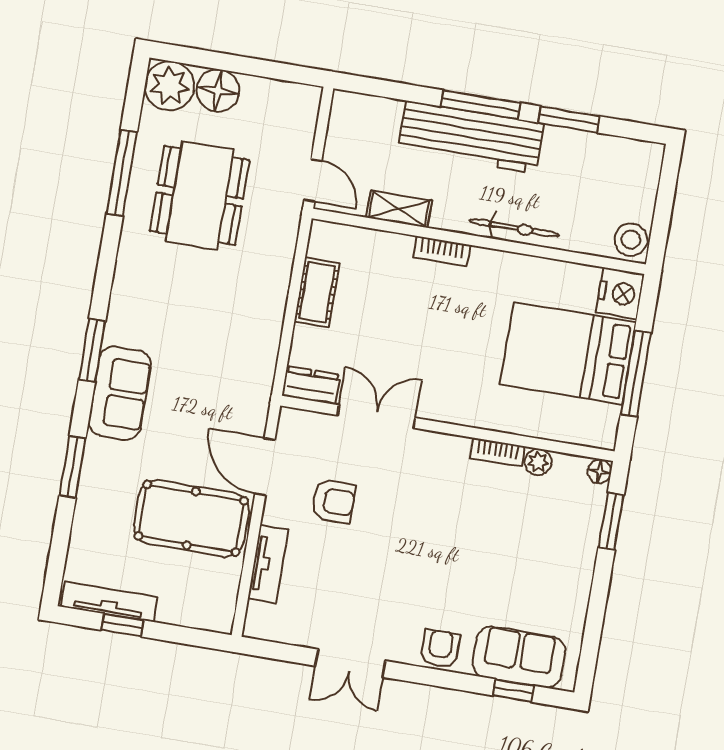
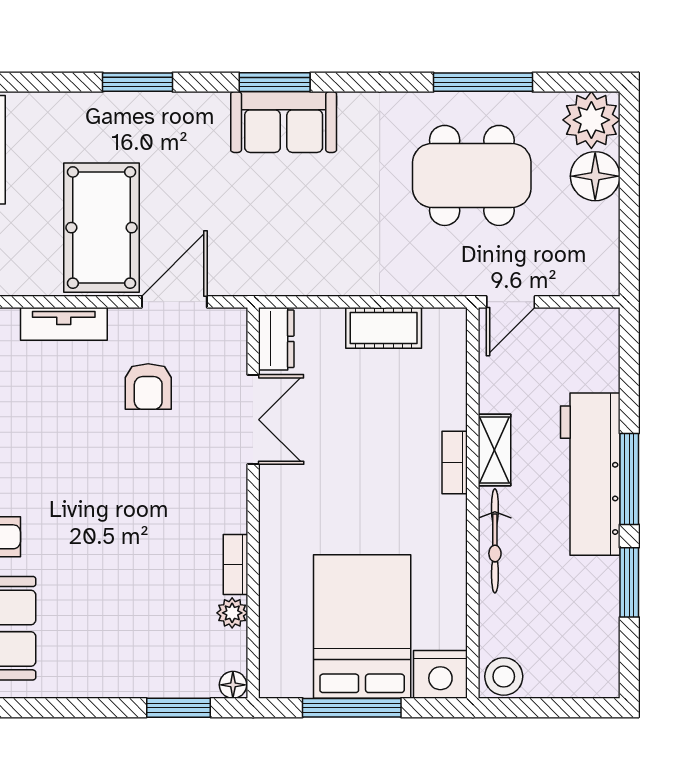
shelving: (399, 209) -> (495, 450), moved
sofa: (120, 393) -> (284, 122), moved

